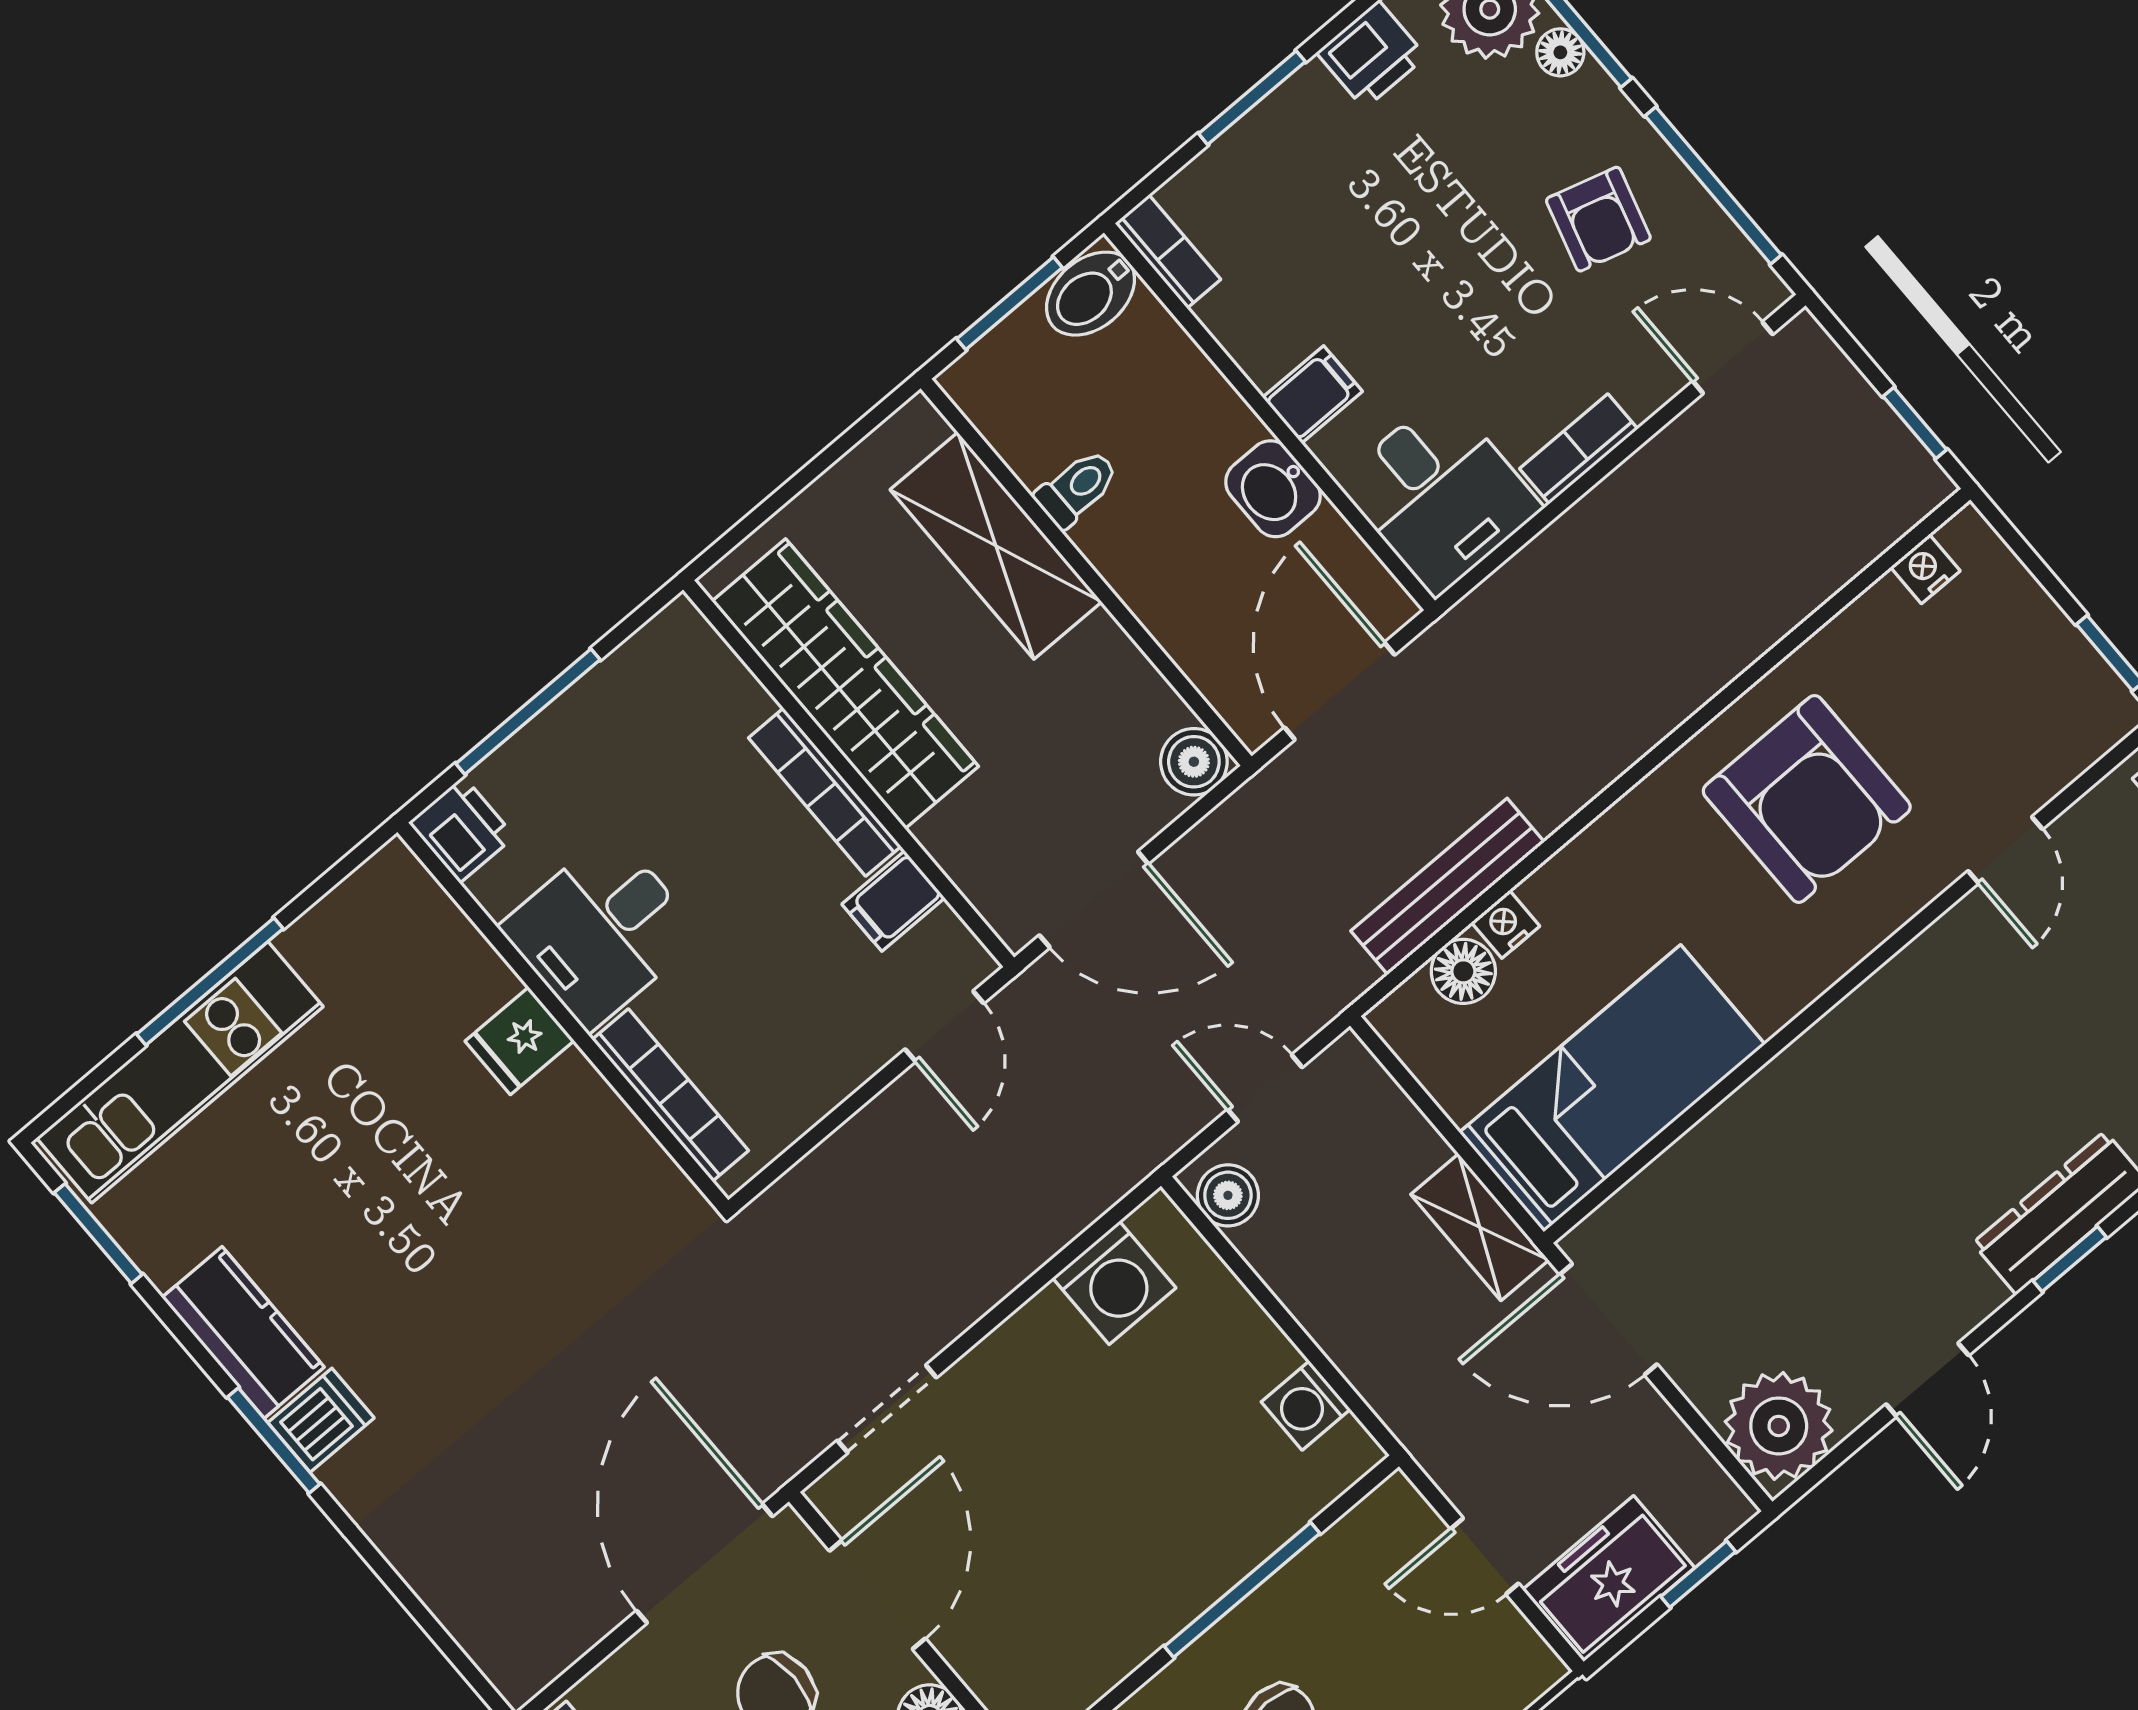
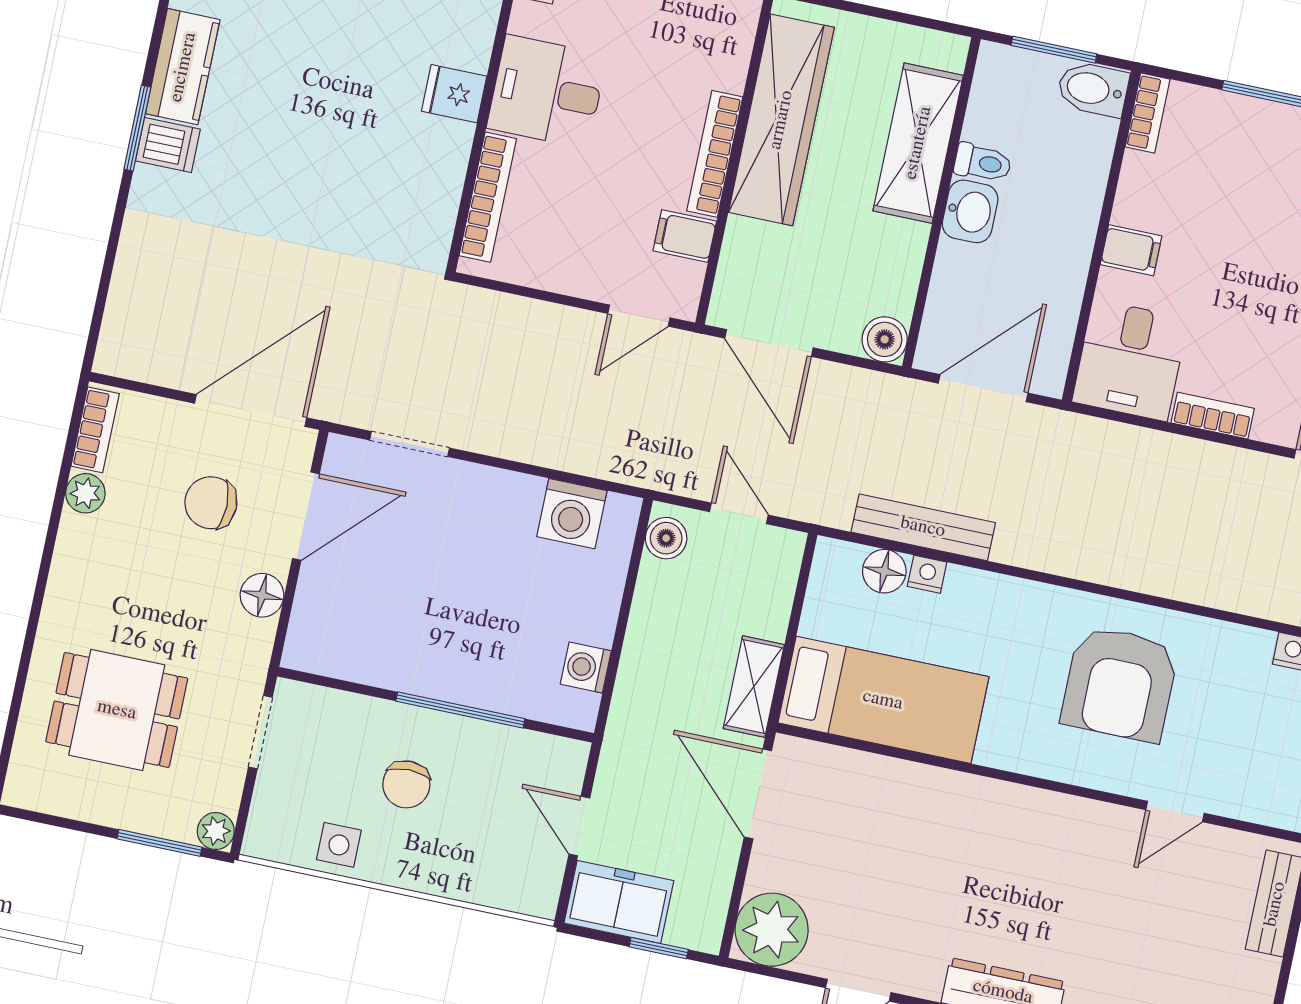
washbasin: (1273, 489) -> (970, 211), moved, turned 180

